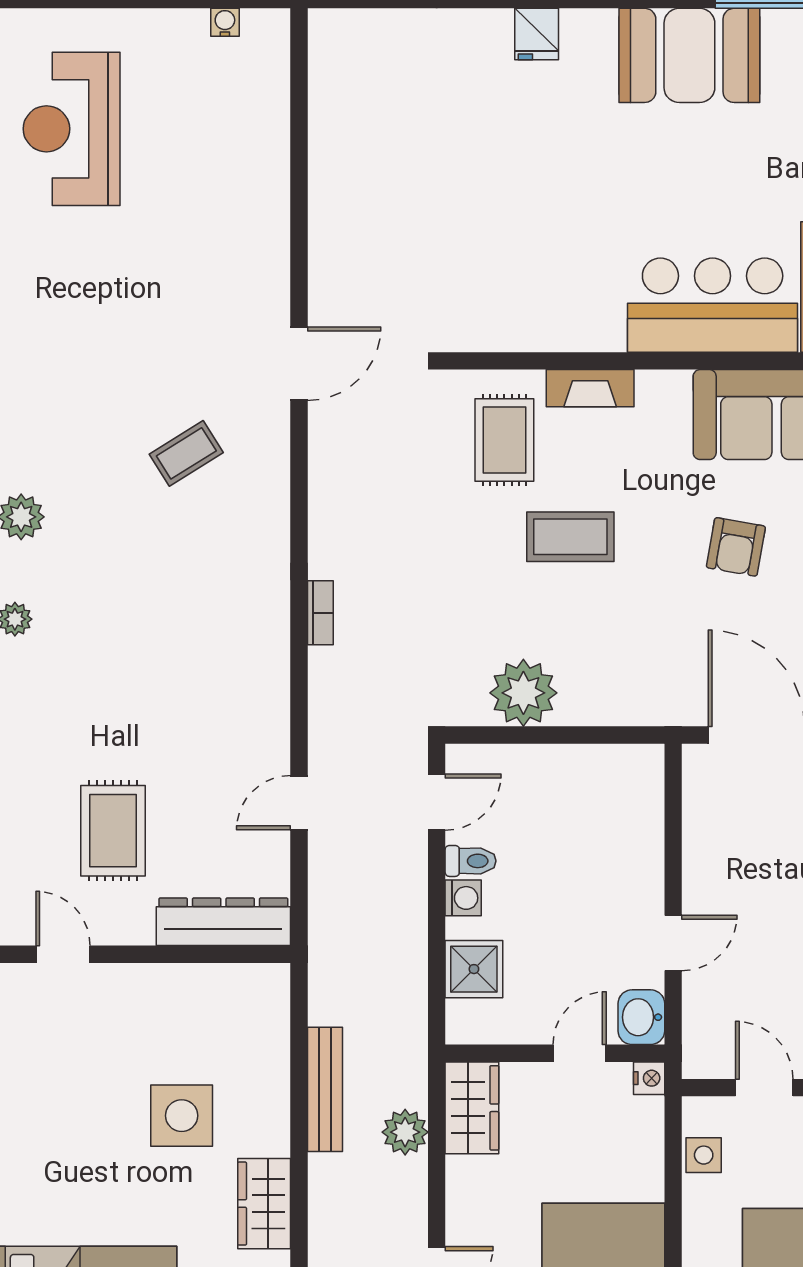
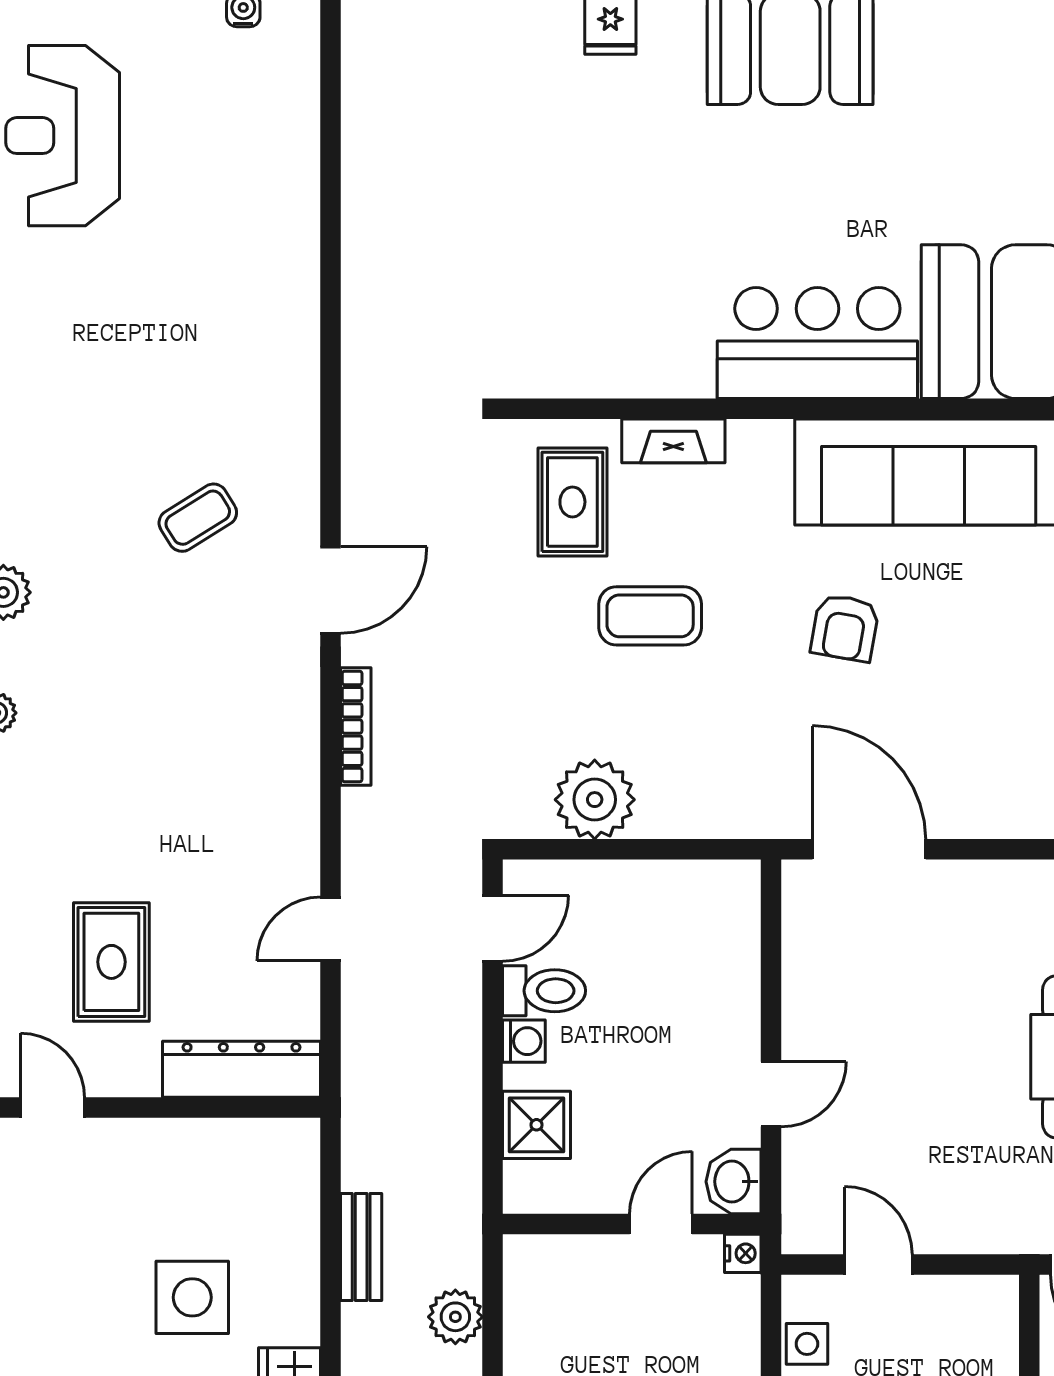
door: (299, 364) -> (331, 590), moved
bookcase: (320, 613) -> (356, 726), width x1.56
toilet: (471, 861) -> (544, 991), width x1.37, depth x1.39
bench: (325, 1089) -> (361, 1247), width x0.73
wardrobe: (472, 1108) -> (534, 1288), removed

